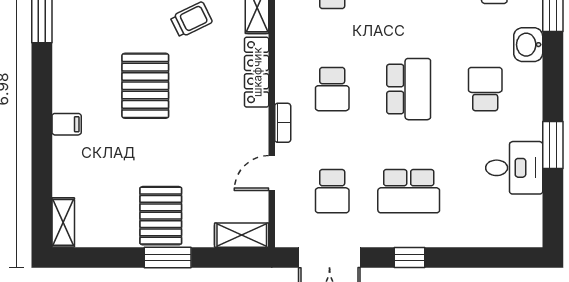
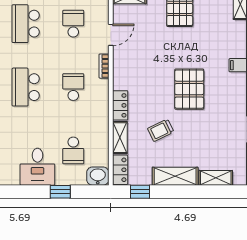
locker: (257, 72) -> (120, 105), width x0.66
school desk: (409, 191) -> (26, 24), turned -90

